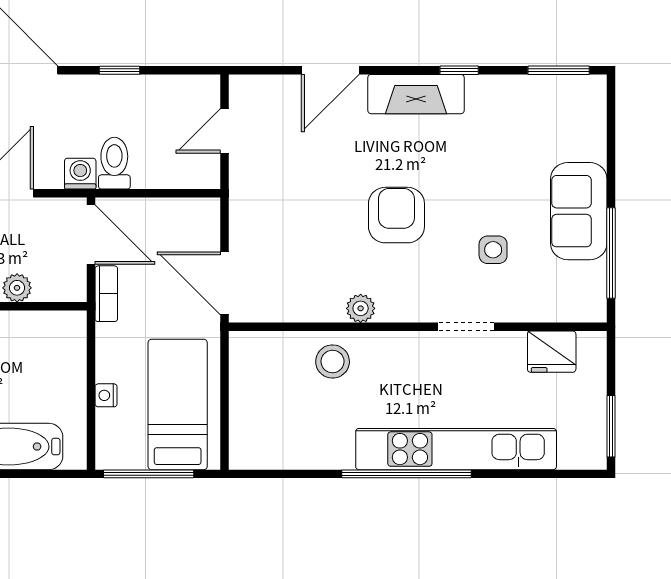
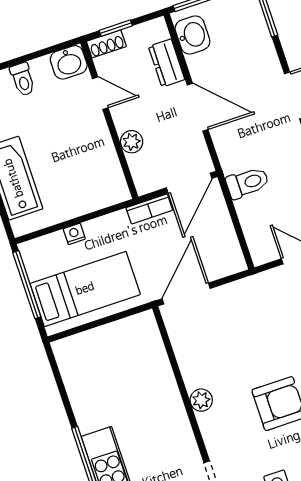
washing machine: (80, 174) -> (231, 160), removed
stool: (333, 362) -> (155, 393), removed

